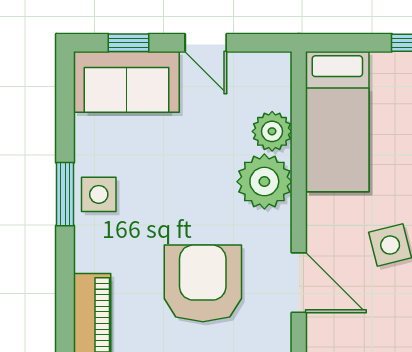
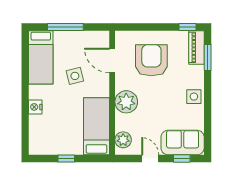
plant: (272, 131) -> (123, 140), moved
window: (65, 194) -> (208, 57), moved
armchair: (203, 283) -> (151, 60), turned 180

